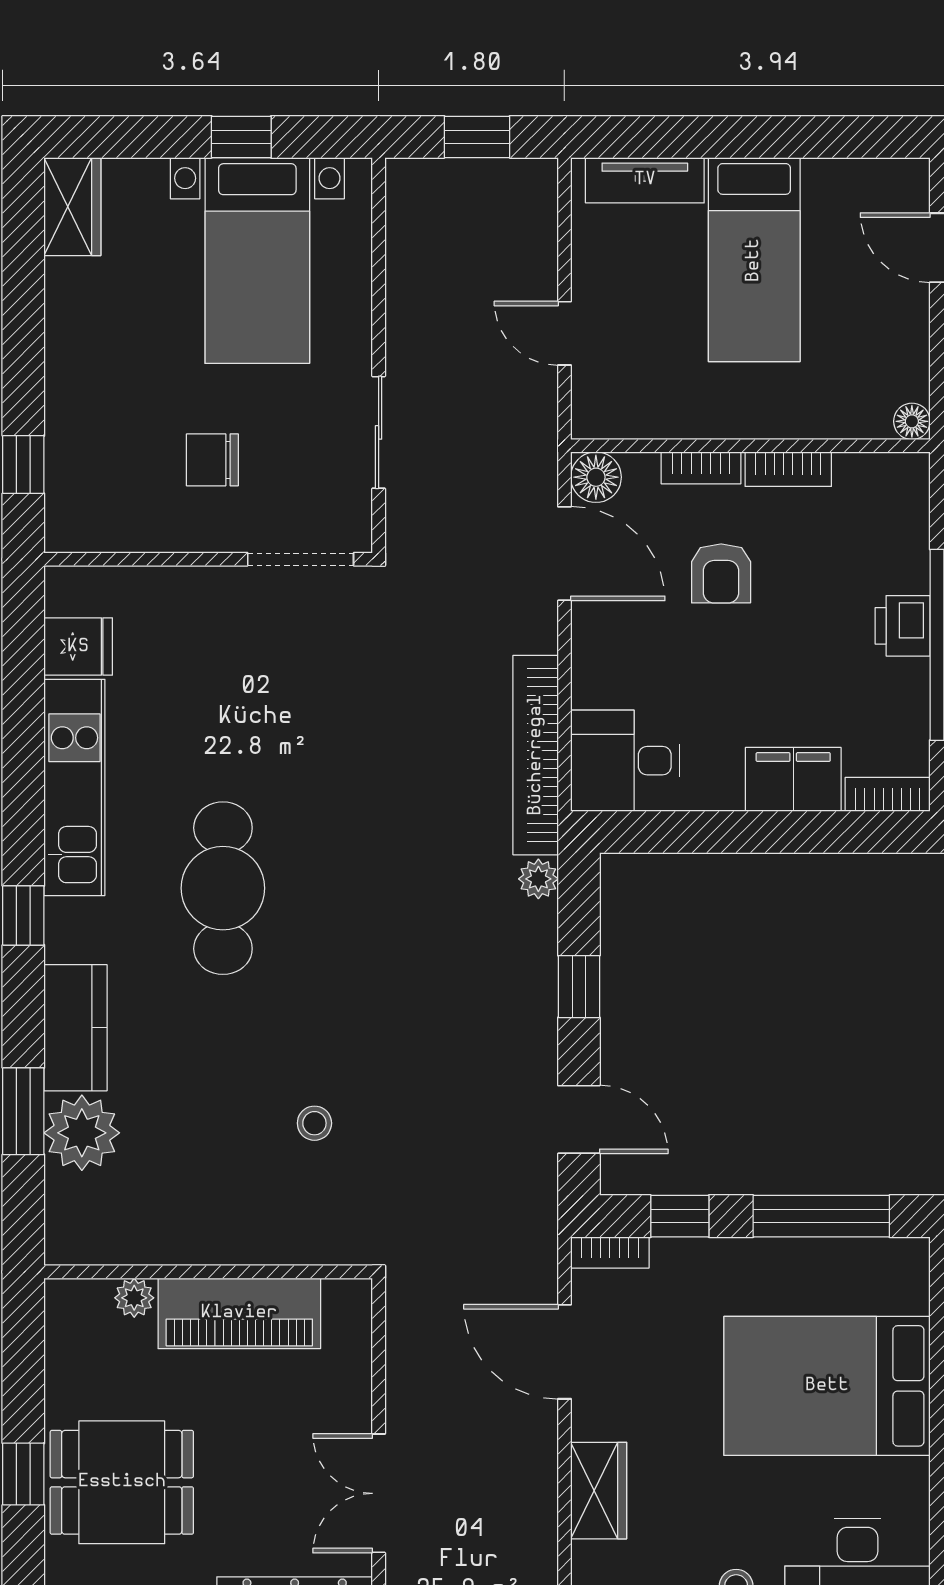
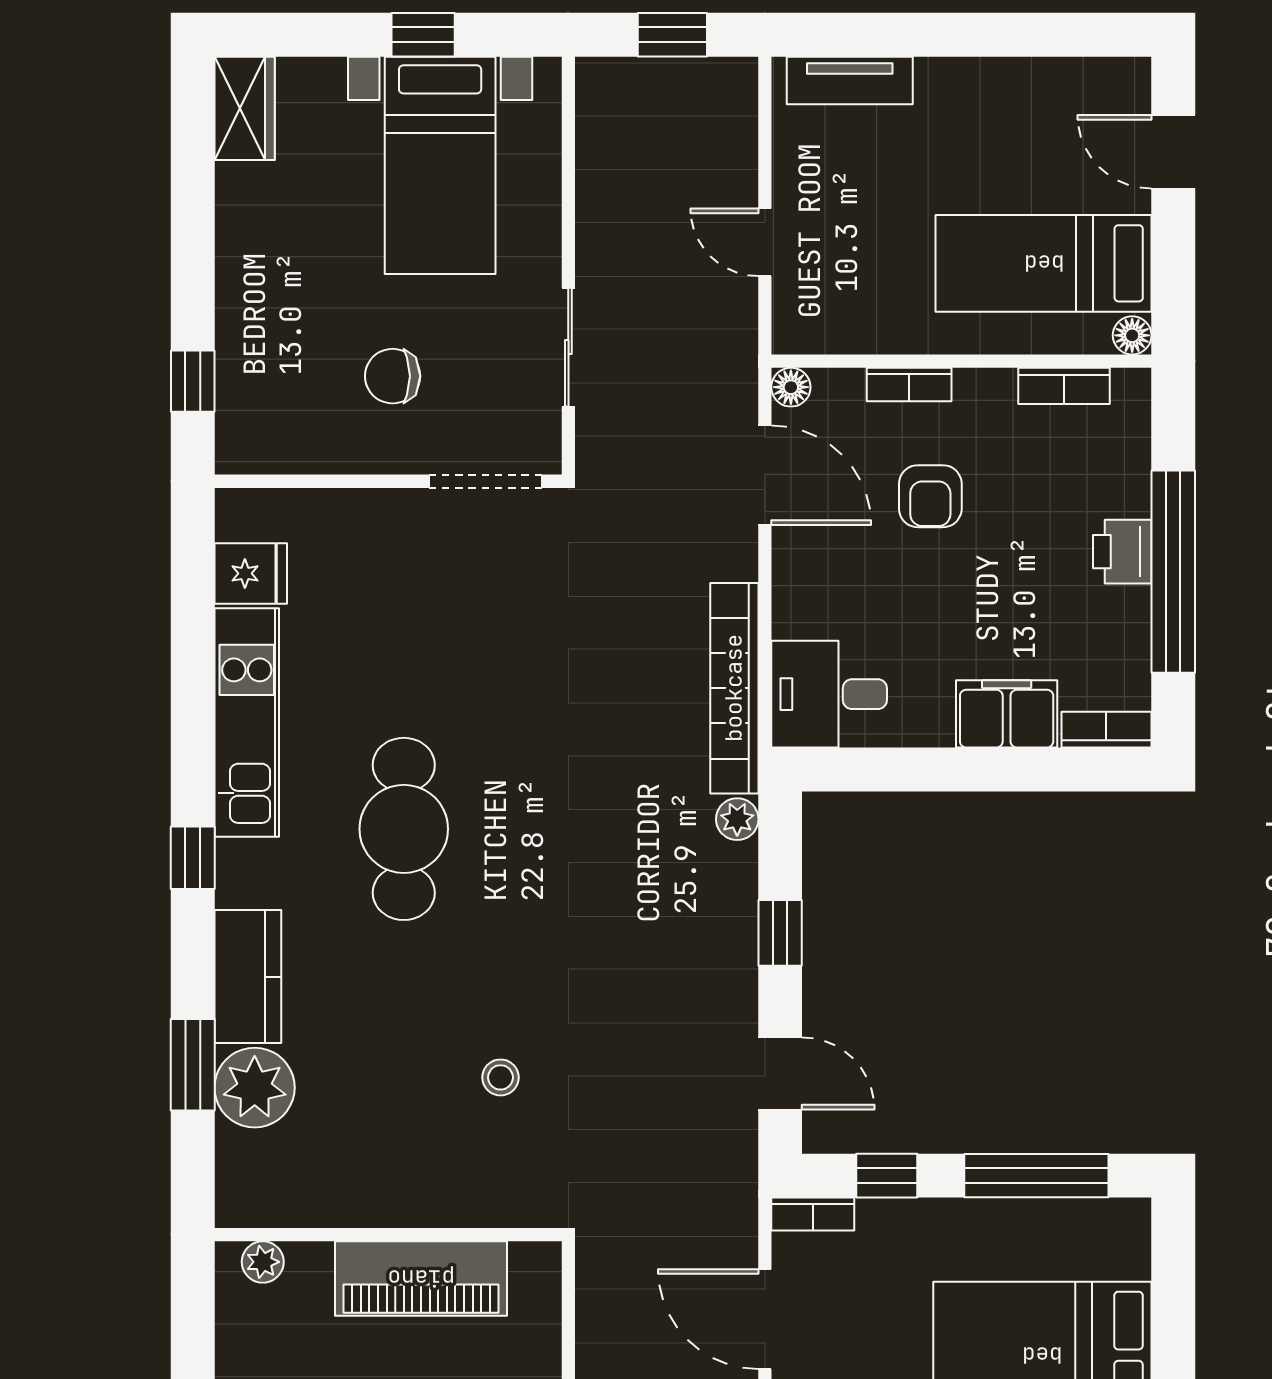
bed: (754, 260) -> (1044, 263), moved, turned 90
bookcase: (788, 469) -> (1064, 386), moved
floor lamp: (596, 477) -> (791, 387), width x0.73, depth x0.73
plant: (134, 1298) -> (263, 1262), moved

